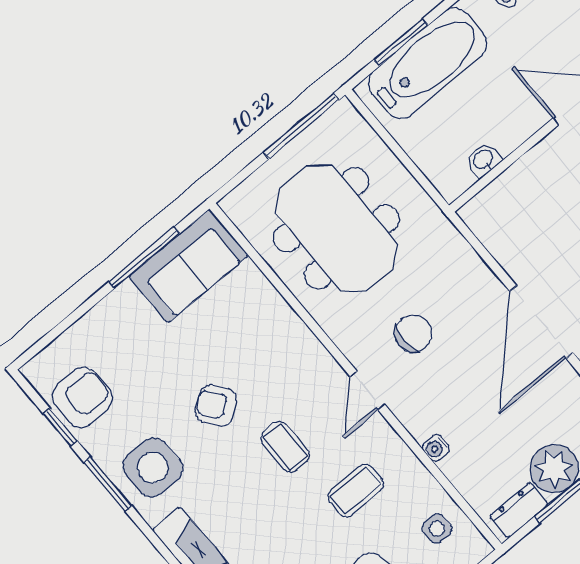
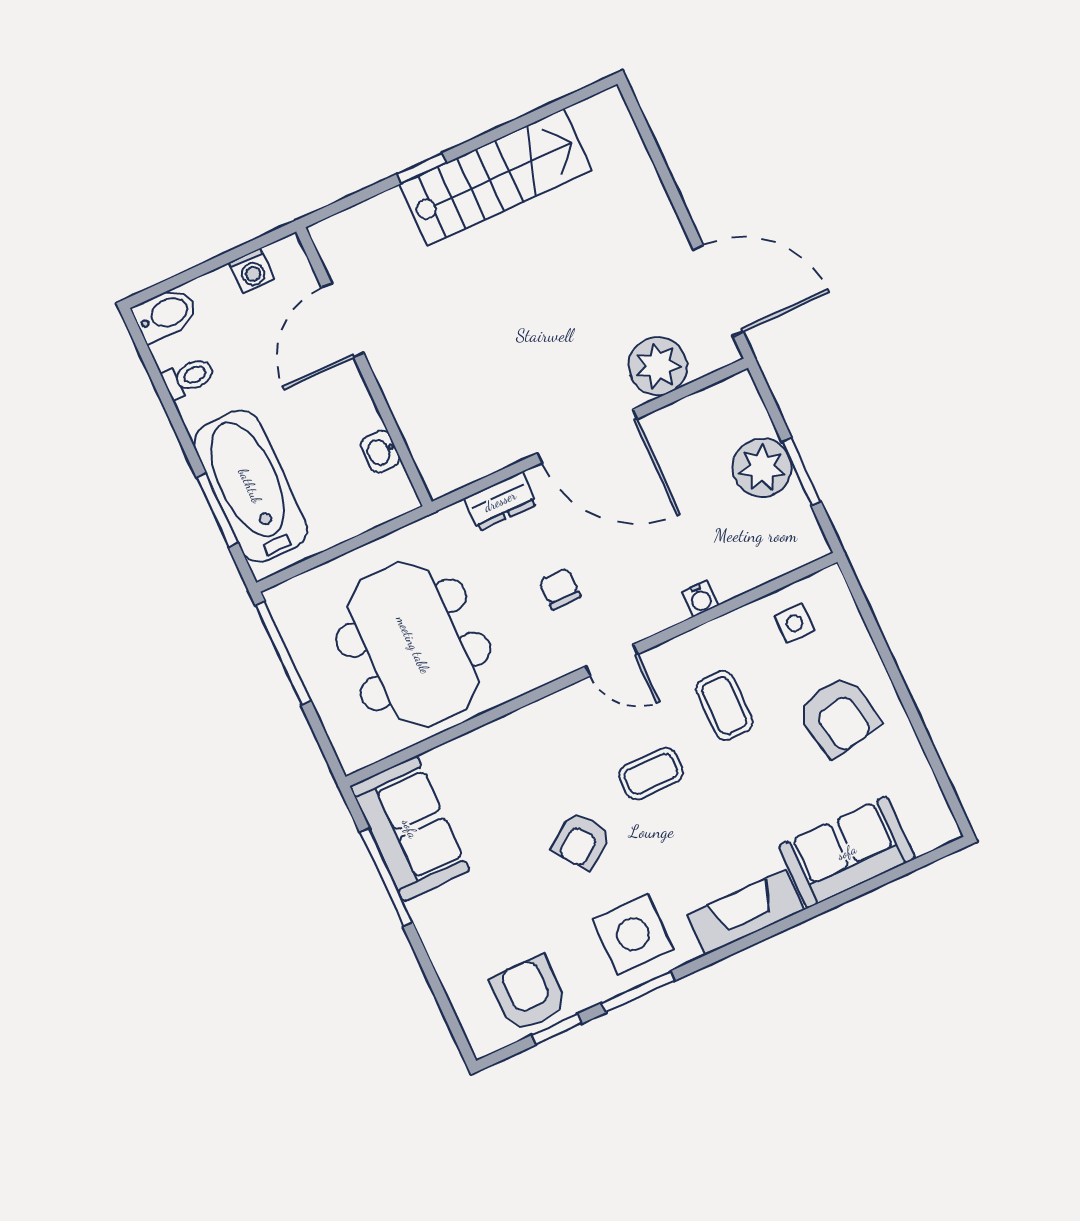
meeting table: (336, 228) -> (413, 645), turned 90
chair: (413, 333) -> (560, 589), width x0.73, depth x0.73
dresser: (519, 510) -> (500, 501), moved, turned -90

